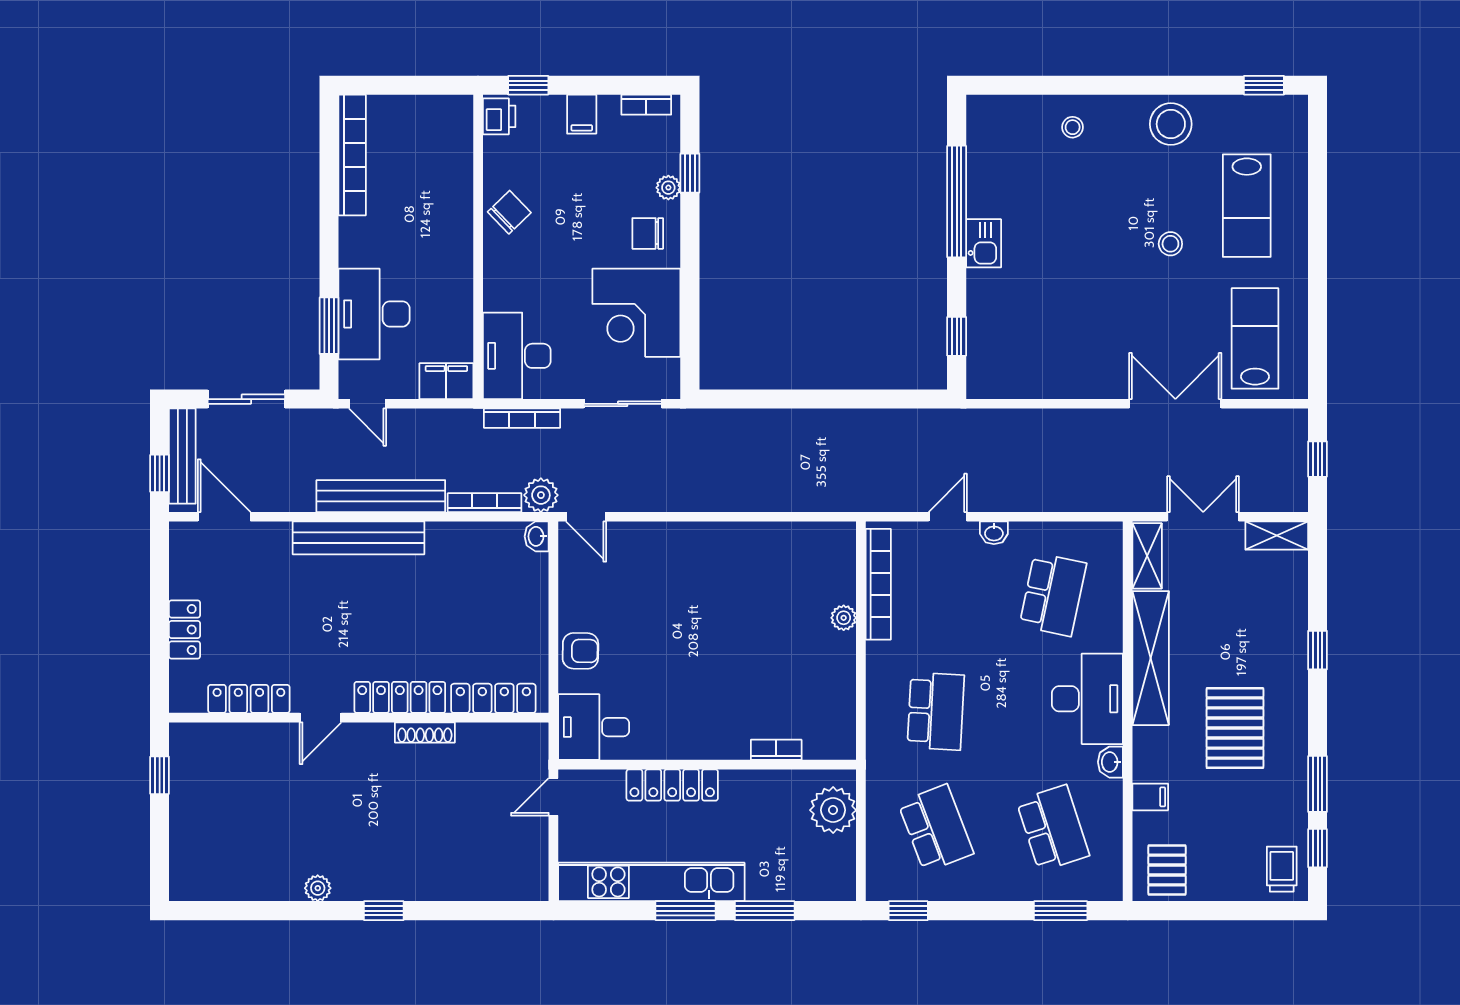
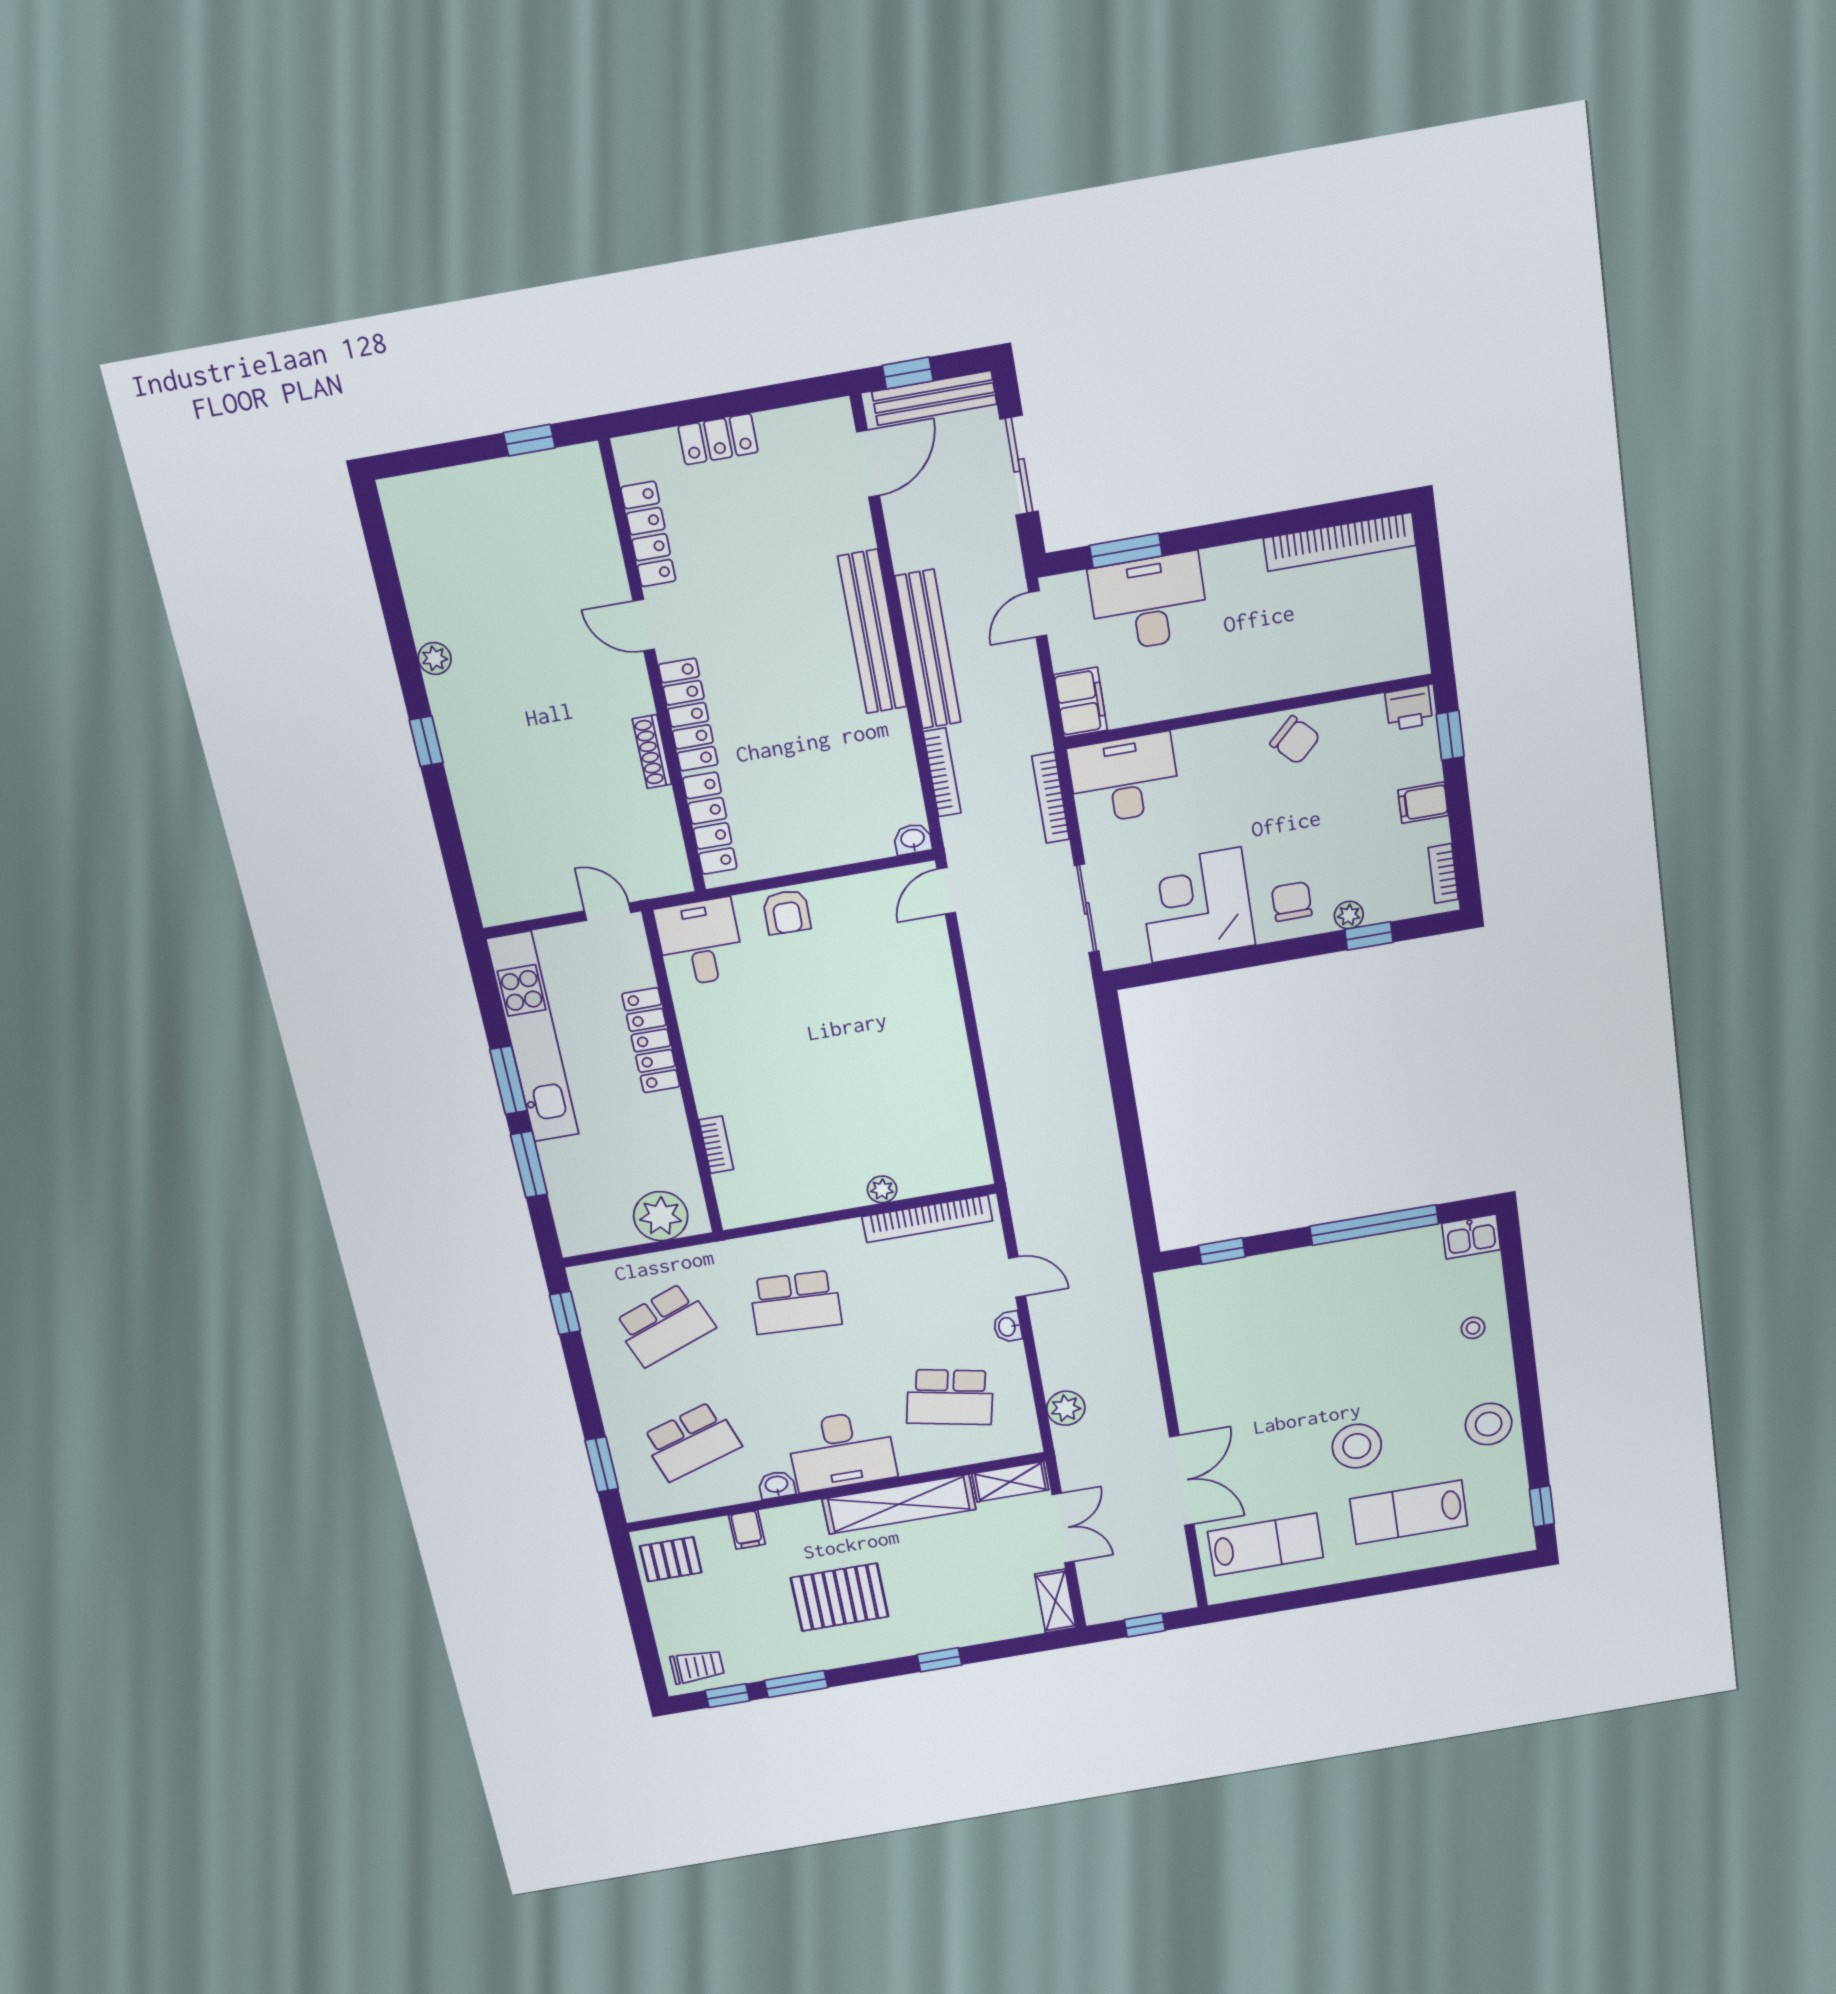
kitchen sink: (984, 243) -> (1471, 1237), moved
stool: (1170, 244) -> (1357, 1446), width x1.89, depth x1.89
plant: (541, 495) -> (1066, 1408), moved

